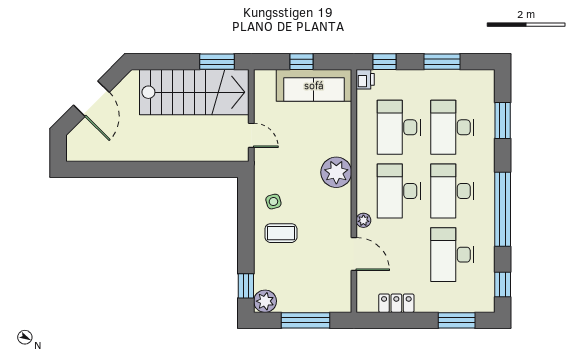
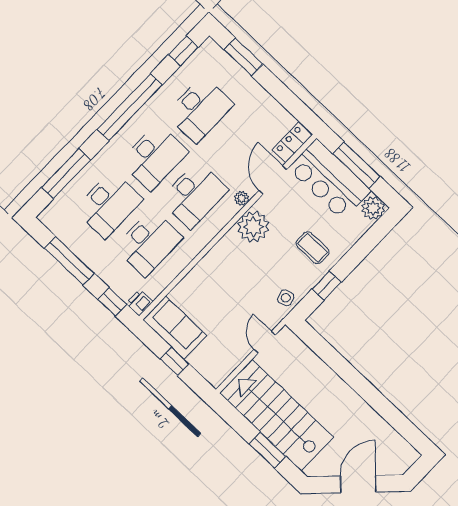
window: (217, 62) -> (267, 450), moved
window: (442, 62) -> (69, 261), width x1.44
sofa: (314, 85) -> (175, 328), width x0.73
window: (503, 121) -> (66, 174), width x1.44
plant: (336, 172) -> (253, 227), moved
side table: (273, 202) -> (286, 298), moved
window: (246, 286) -> (327, 286), moved
bar counter: (315, 292) -> (329, 179), added
locker: (396, 303) -> (292, 142), moved, turned 90

